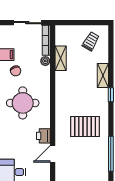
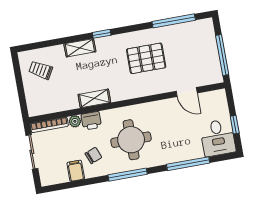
shelving: (61, 58) -> (94, 98), moved
pallet: (85, 127) -> (146, 58), turned 90
printer: (43, 136) -> (91, 121), moved

